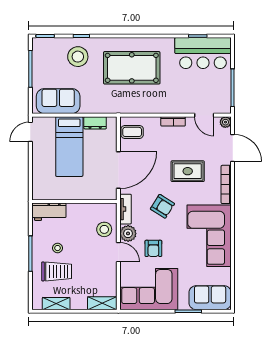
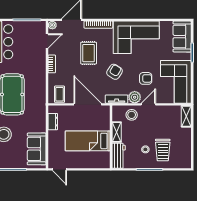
bed: (69, 147) -> (88, 141), moved, turned 180
trolley: (57, 271) -> (163, 150), turned 180
shelving: (56, 304) -> (117, 132), moved

